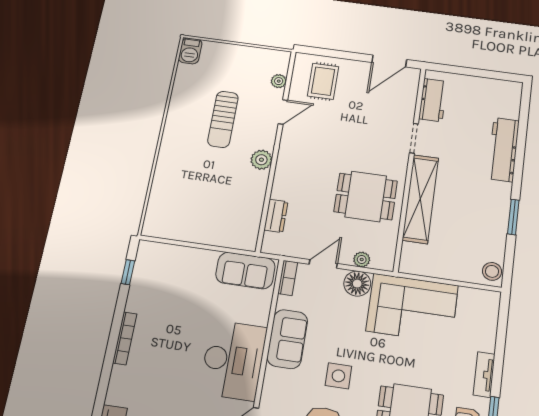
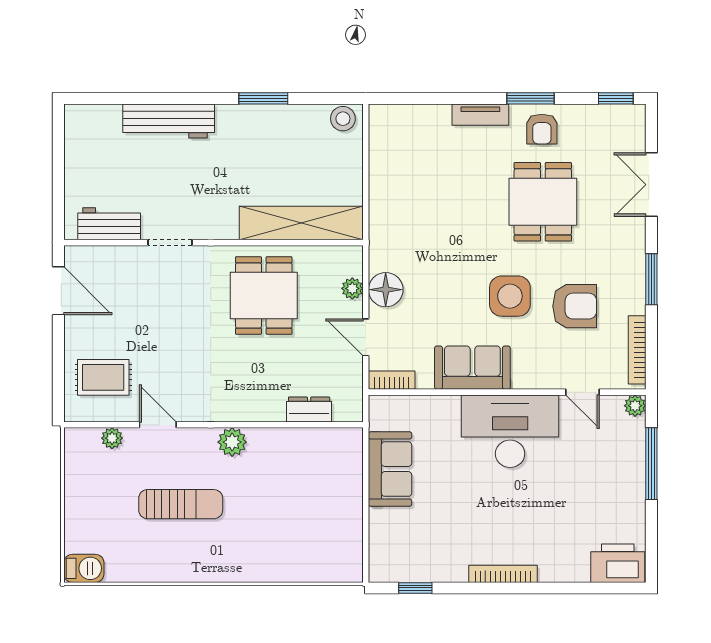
shelving: (420, 199) -> (301, 223), moved
sofa: (245, 271) -> (390, 469), moved
corner sofa: (412, 308) -> (408, 215), removed
side table: (338, 376) -> (510, 296), width x1.37, depth x1.37

